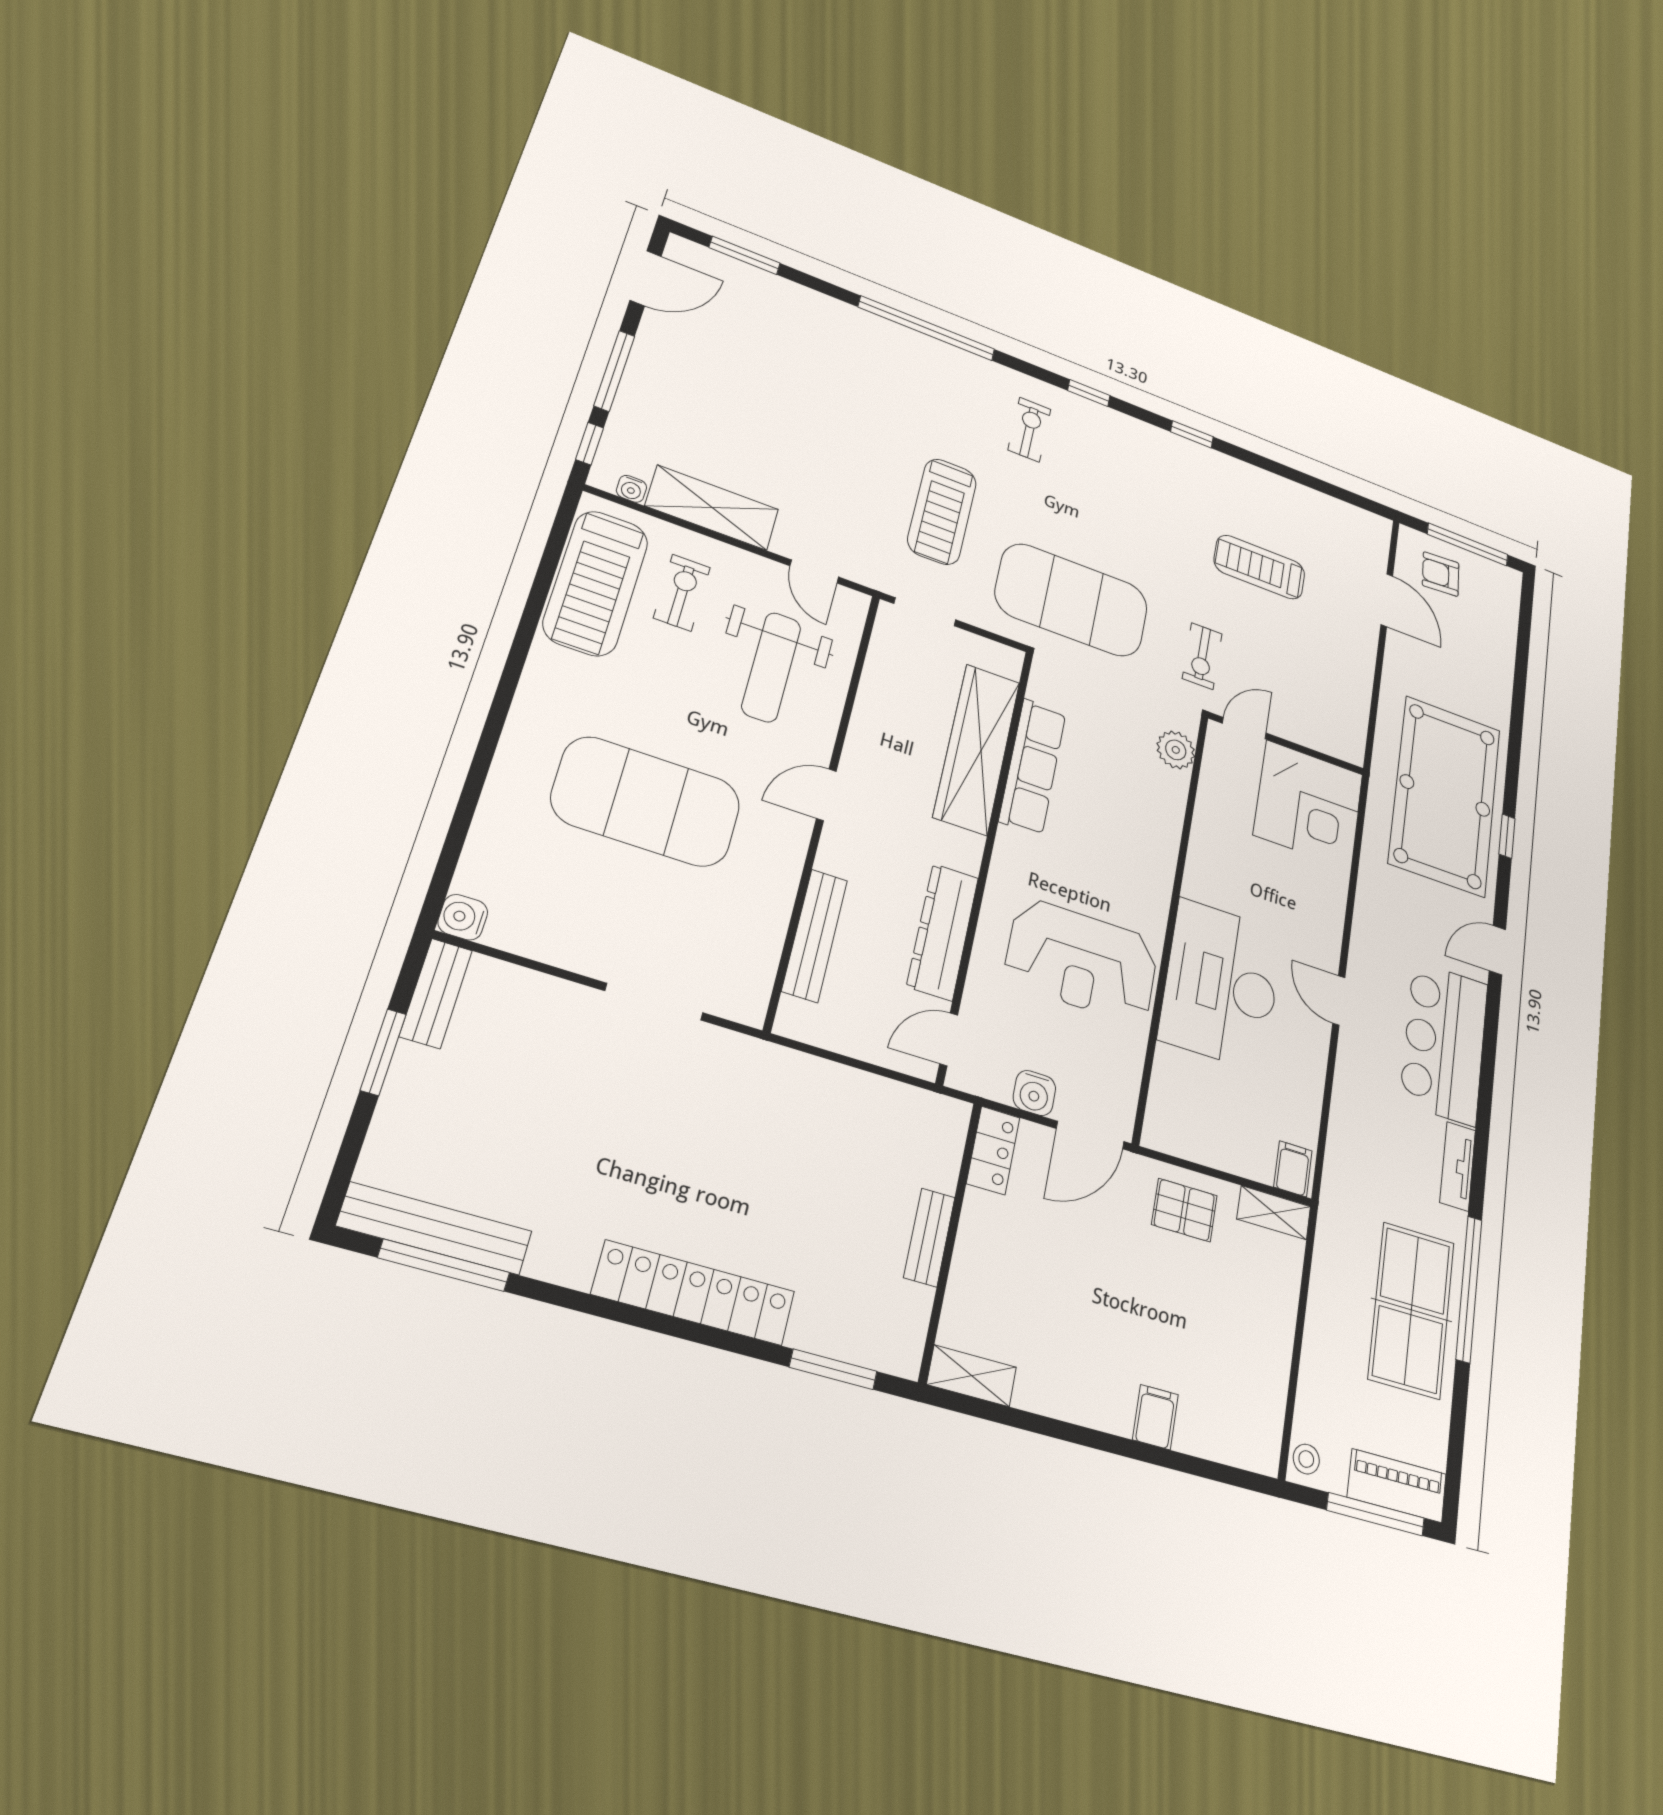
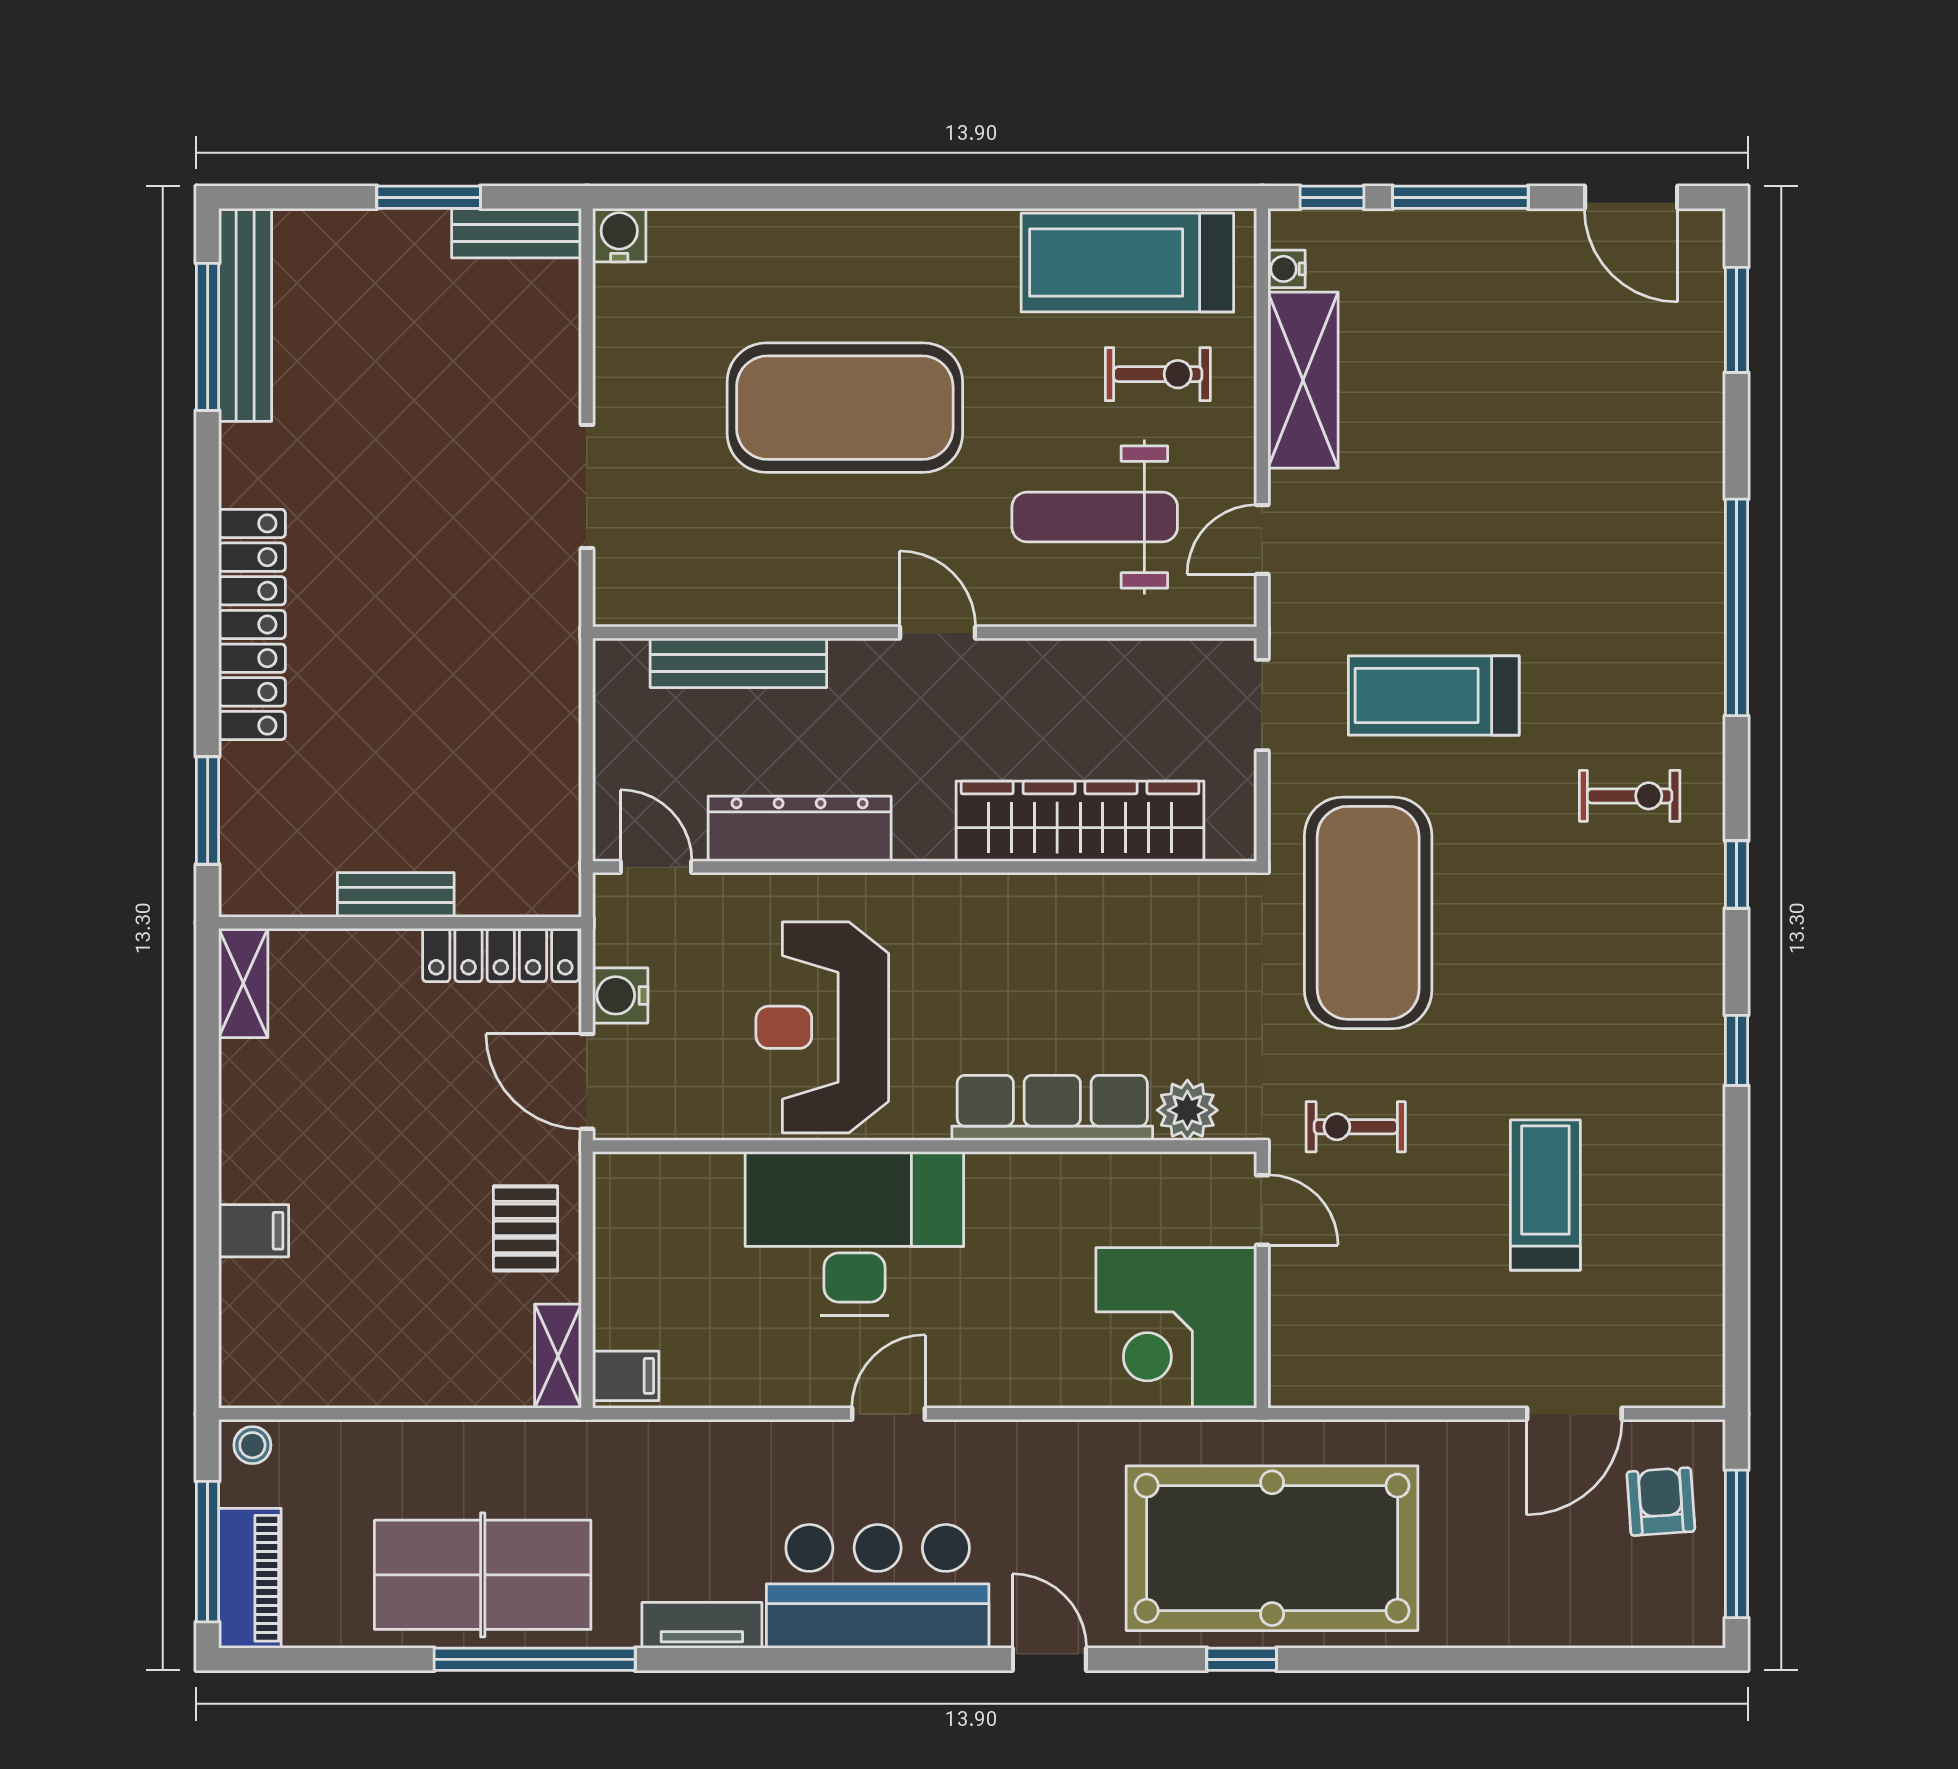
row of seats: (1033, 766) -> (1052, 1108), moved, turned 180
exercise mat: (646, 802) -> (845, 408), turned 90
locker: (993, 1150) -> (501, 955), width x1.53

